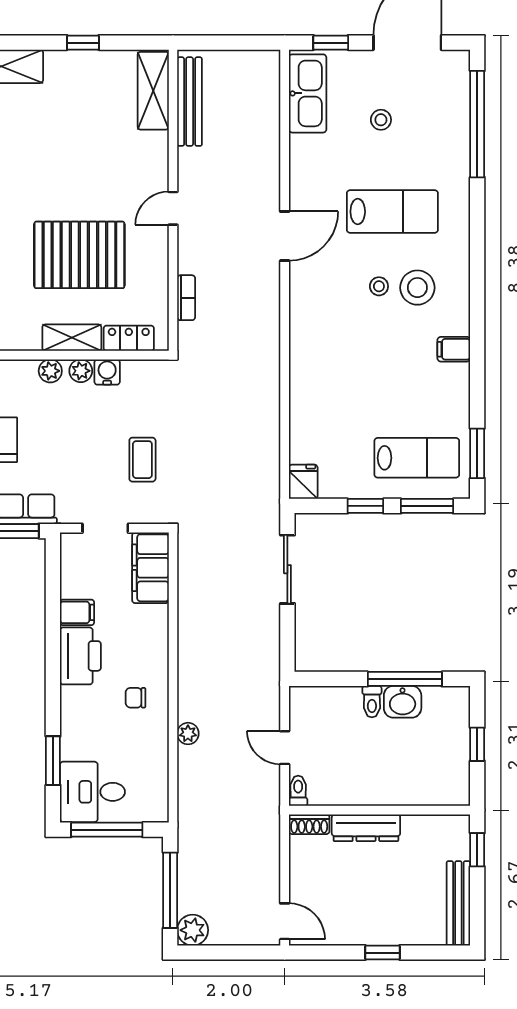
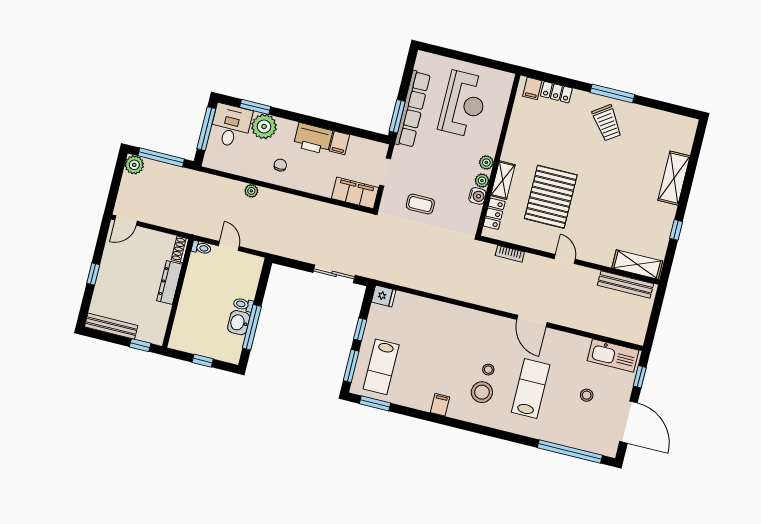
lab bench: (392, 212) -> (531, 388), turned 180
plant: (81, 739) -> (264, 127), added
door: (285, 748) -> (229, 246), hinge flipped

